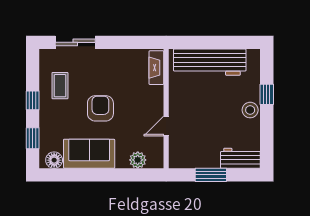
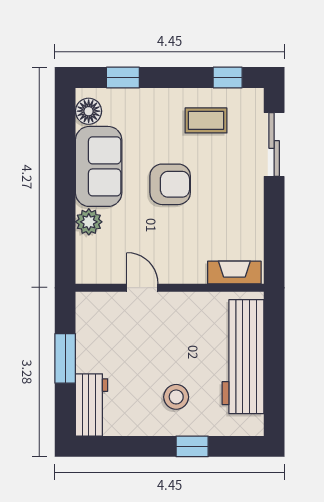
window: (33, 100) -> (228, 77), moved
stool: (250, 110) -> (176, 397), moved
plant: (138, 160) -> (89, 222), moved

